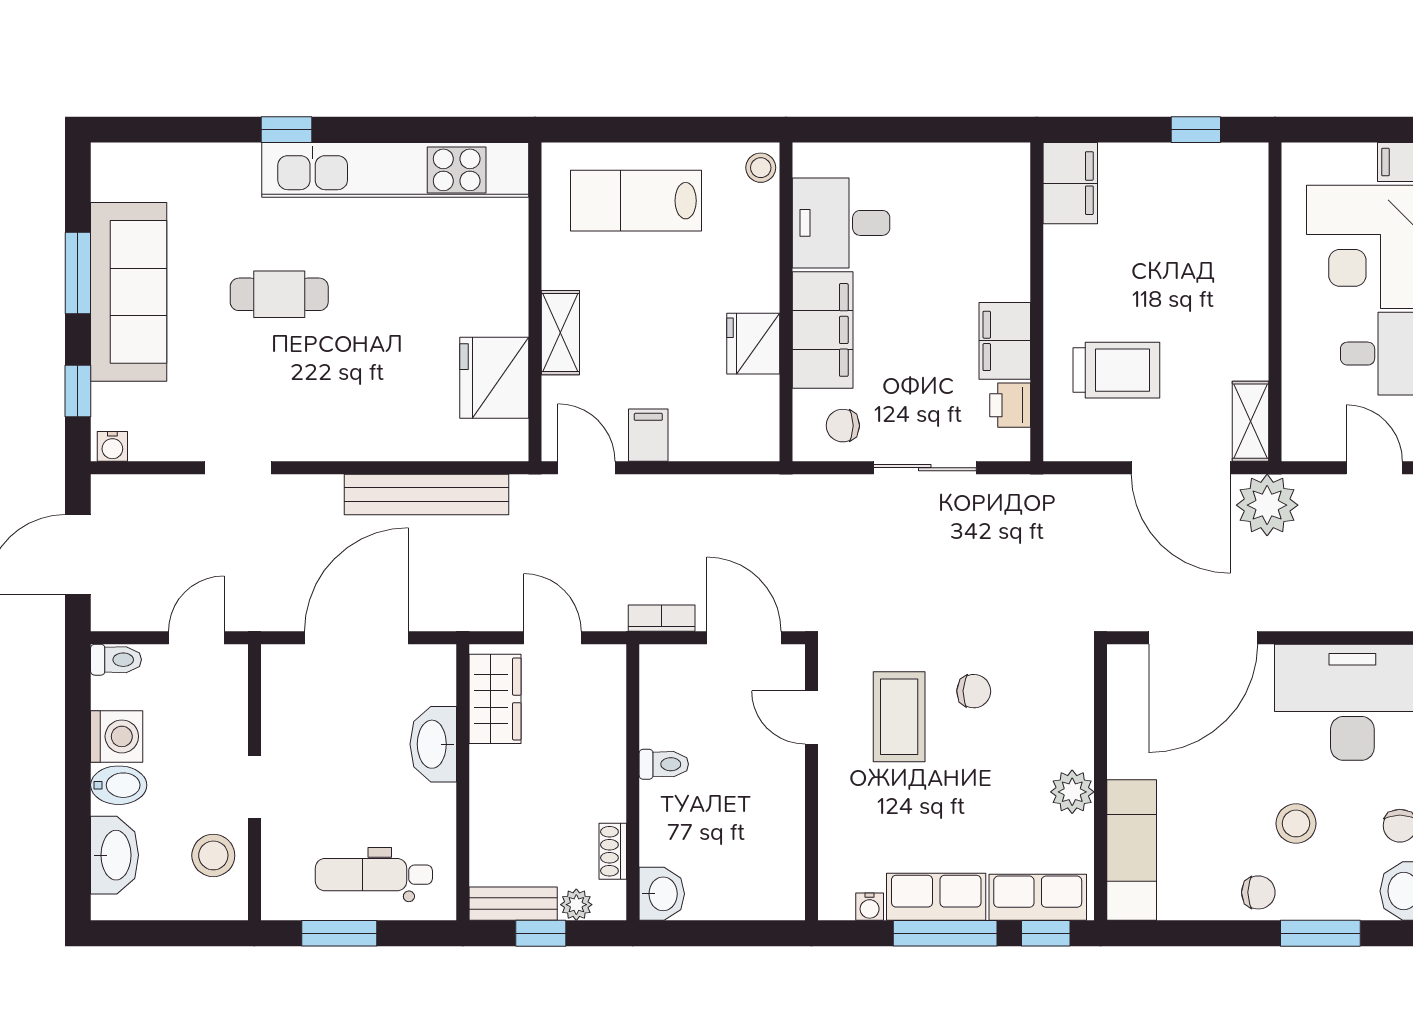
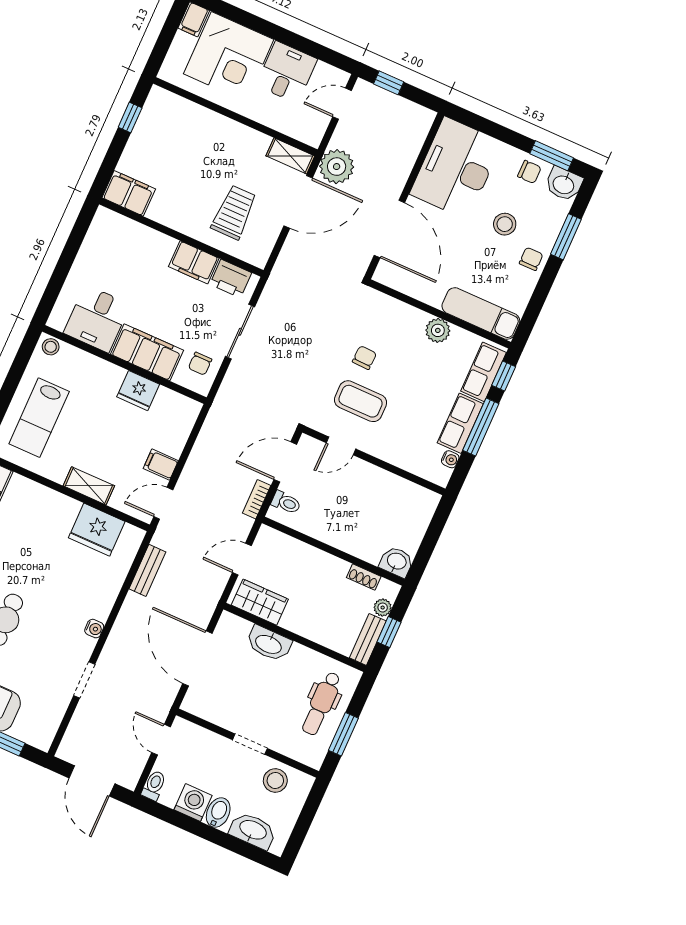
printer: (1010, 405) -> (231, 279), width x1.36, depth x1.24
water cooler: (112, 446) -> (94, 629), moved
bench: (426, 494) -> (147, 570), width x0.54, depth x0.82
toilet: (664, 764) -> (286, 503), moved, turned 90

